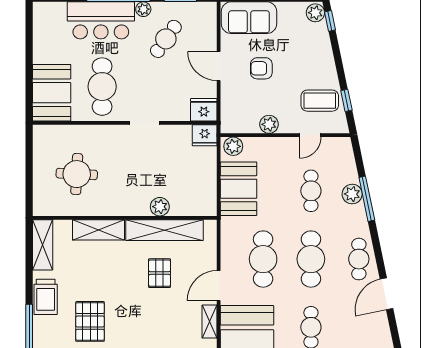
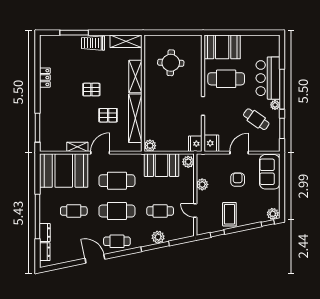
coffee table: (320, 101) -> (229, 214), moved
plant: (160, 207) -> (150, 146), moved
door: (219, 286) -> (100, 153), hinge flipped
pallet: (90, 321) -> (91, 90), moved, width x0.67, depth x0.71

